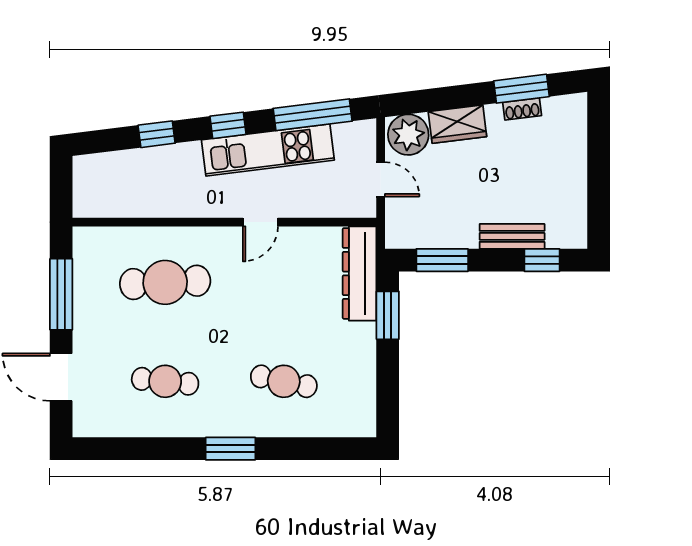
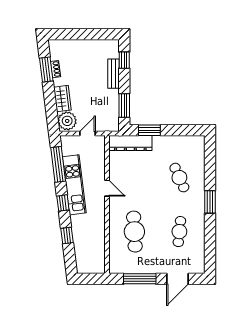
cafe table: (284, 381) -> (179, 178), turned -36

